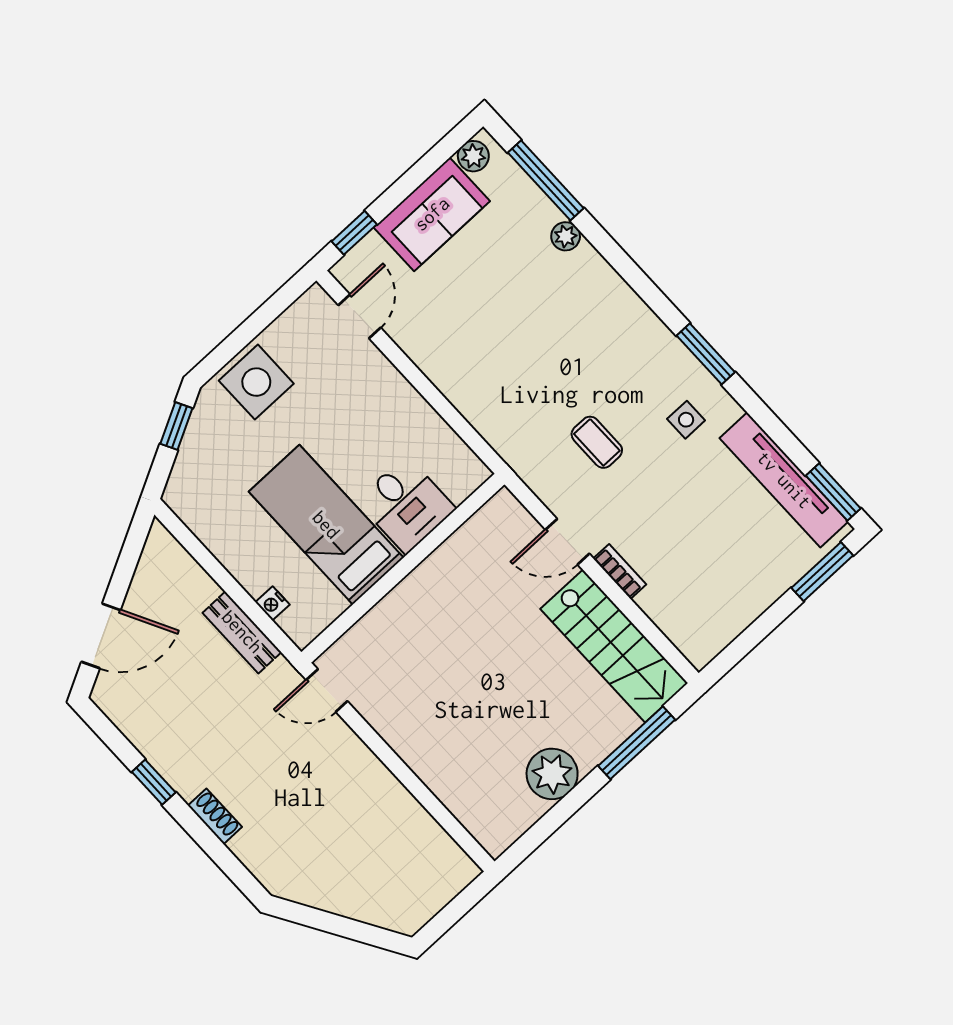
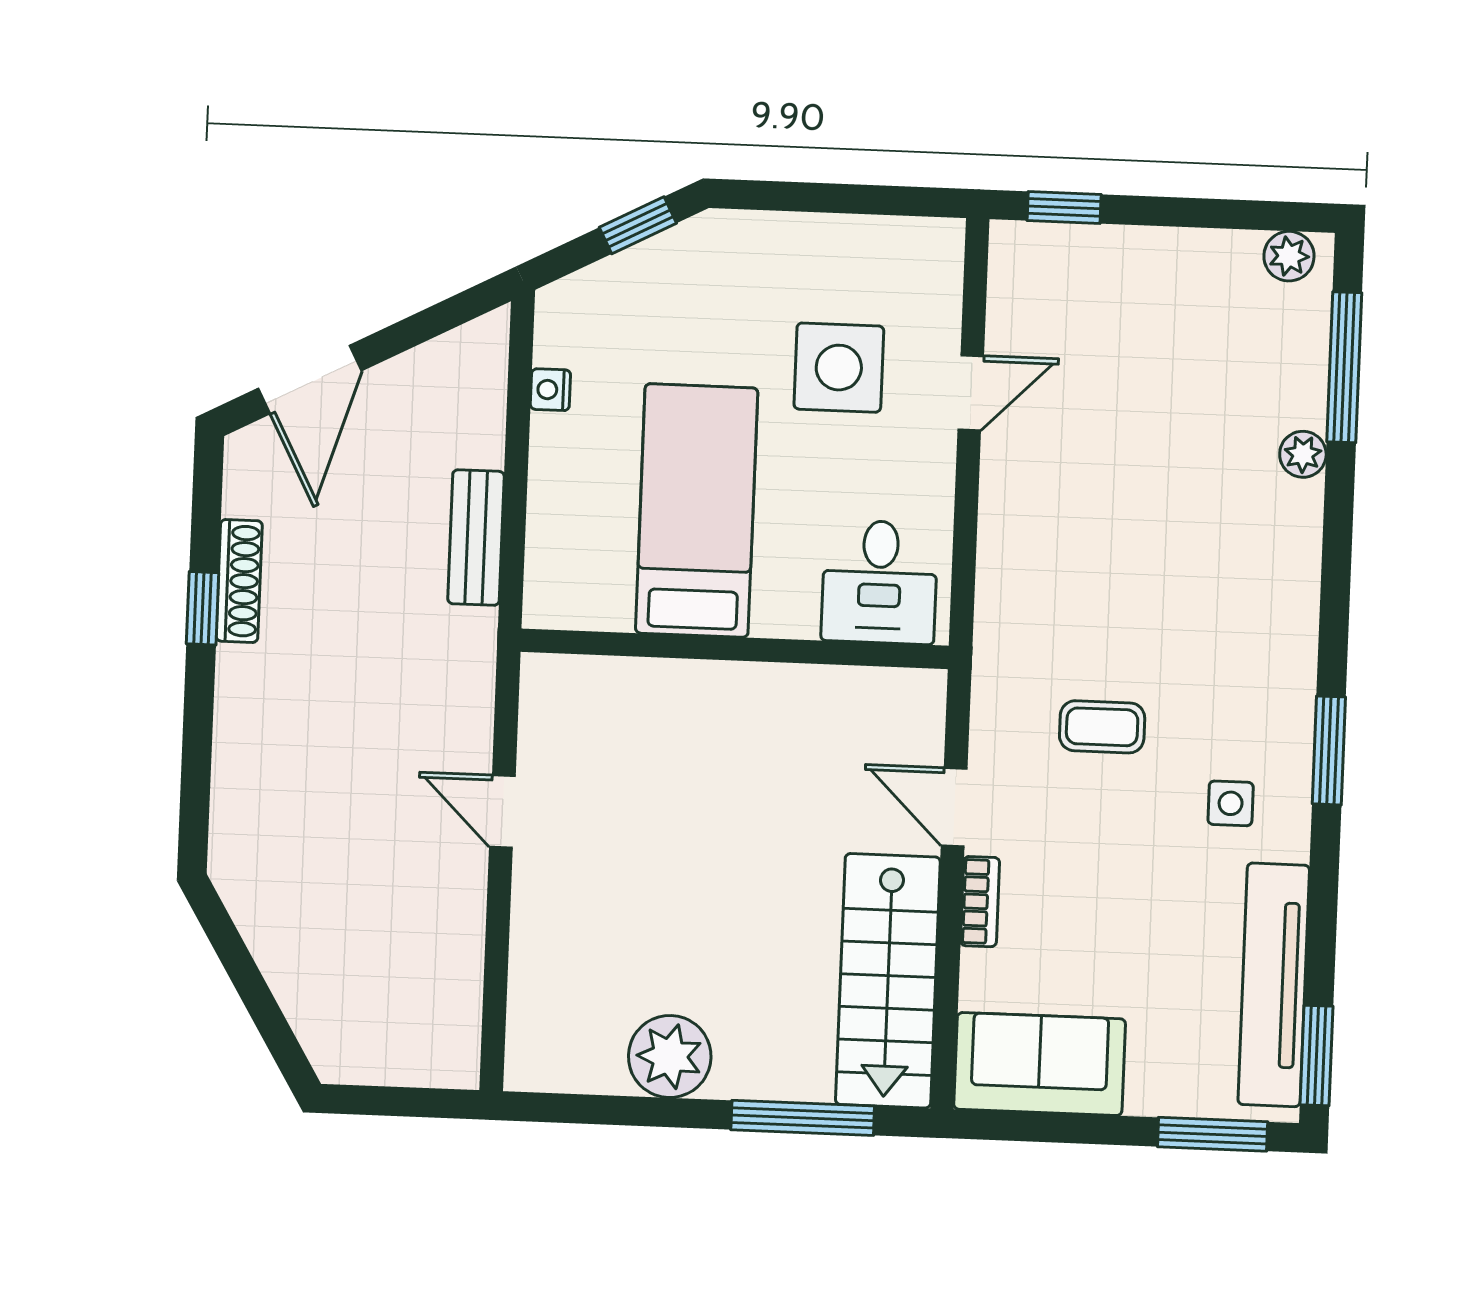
sofa: (432, 214) -> (1040, 1064), moved, turned 180
door: (359, 316) -> (971, 393), moved
side table: (256, 382) -> (839, 368), moved
coffee table: (597, 442) -> (1102, 727), turned 90
desk: (406, 505) -> (880, 582), moved
nightstand: (272, 603) -> (550, 390), moved
door: (101, 636) -> (310, 380), hinge flipped
door: (327, 691) -> (502, 811), moved
shoe rack: (215, 816) -> (239, 581), moved, width x1.43

